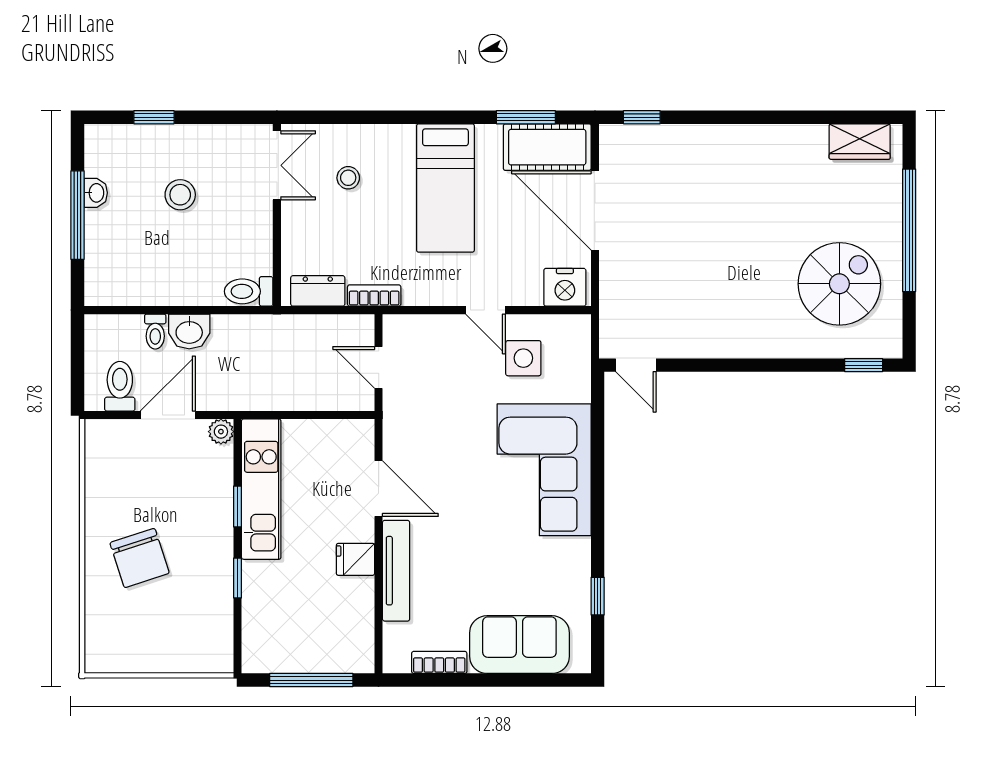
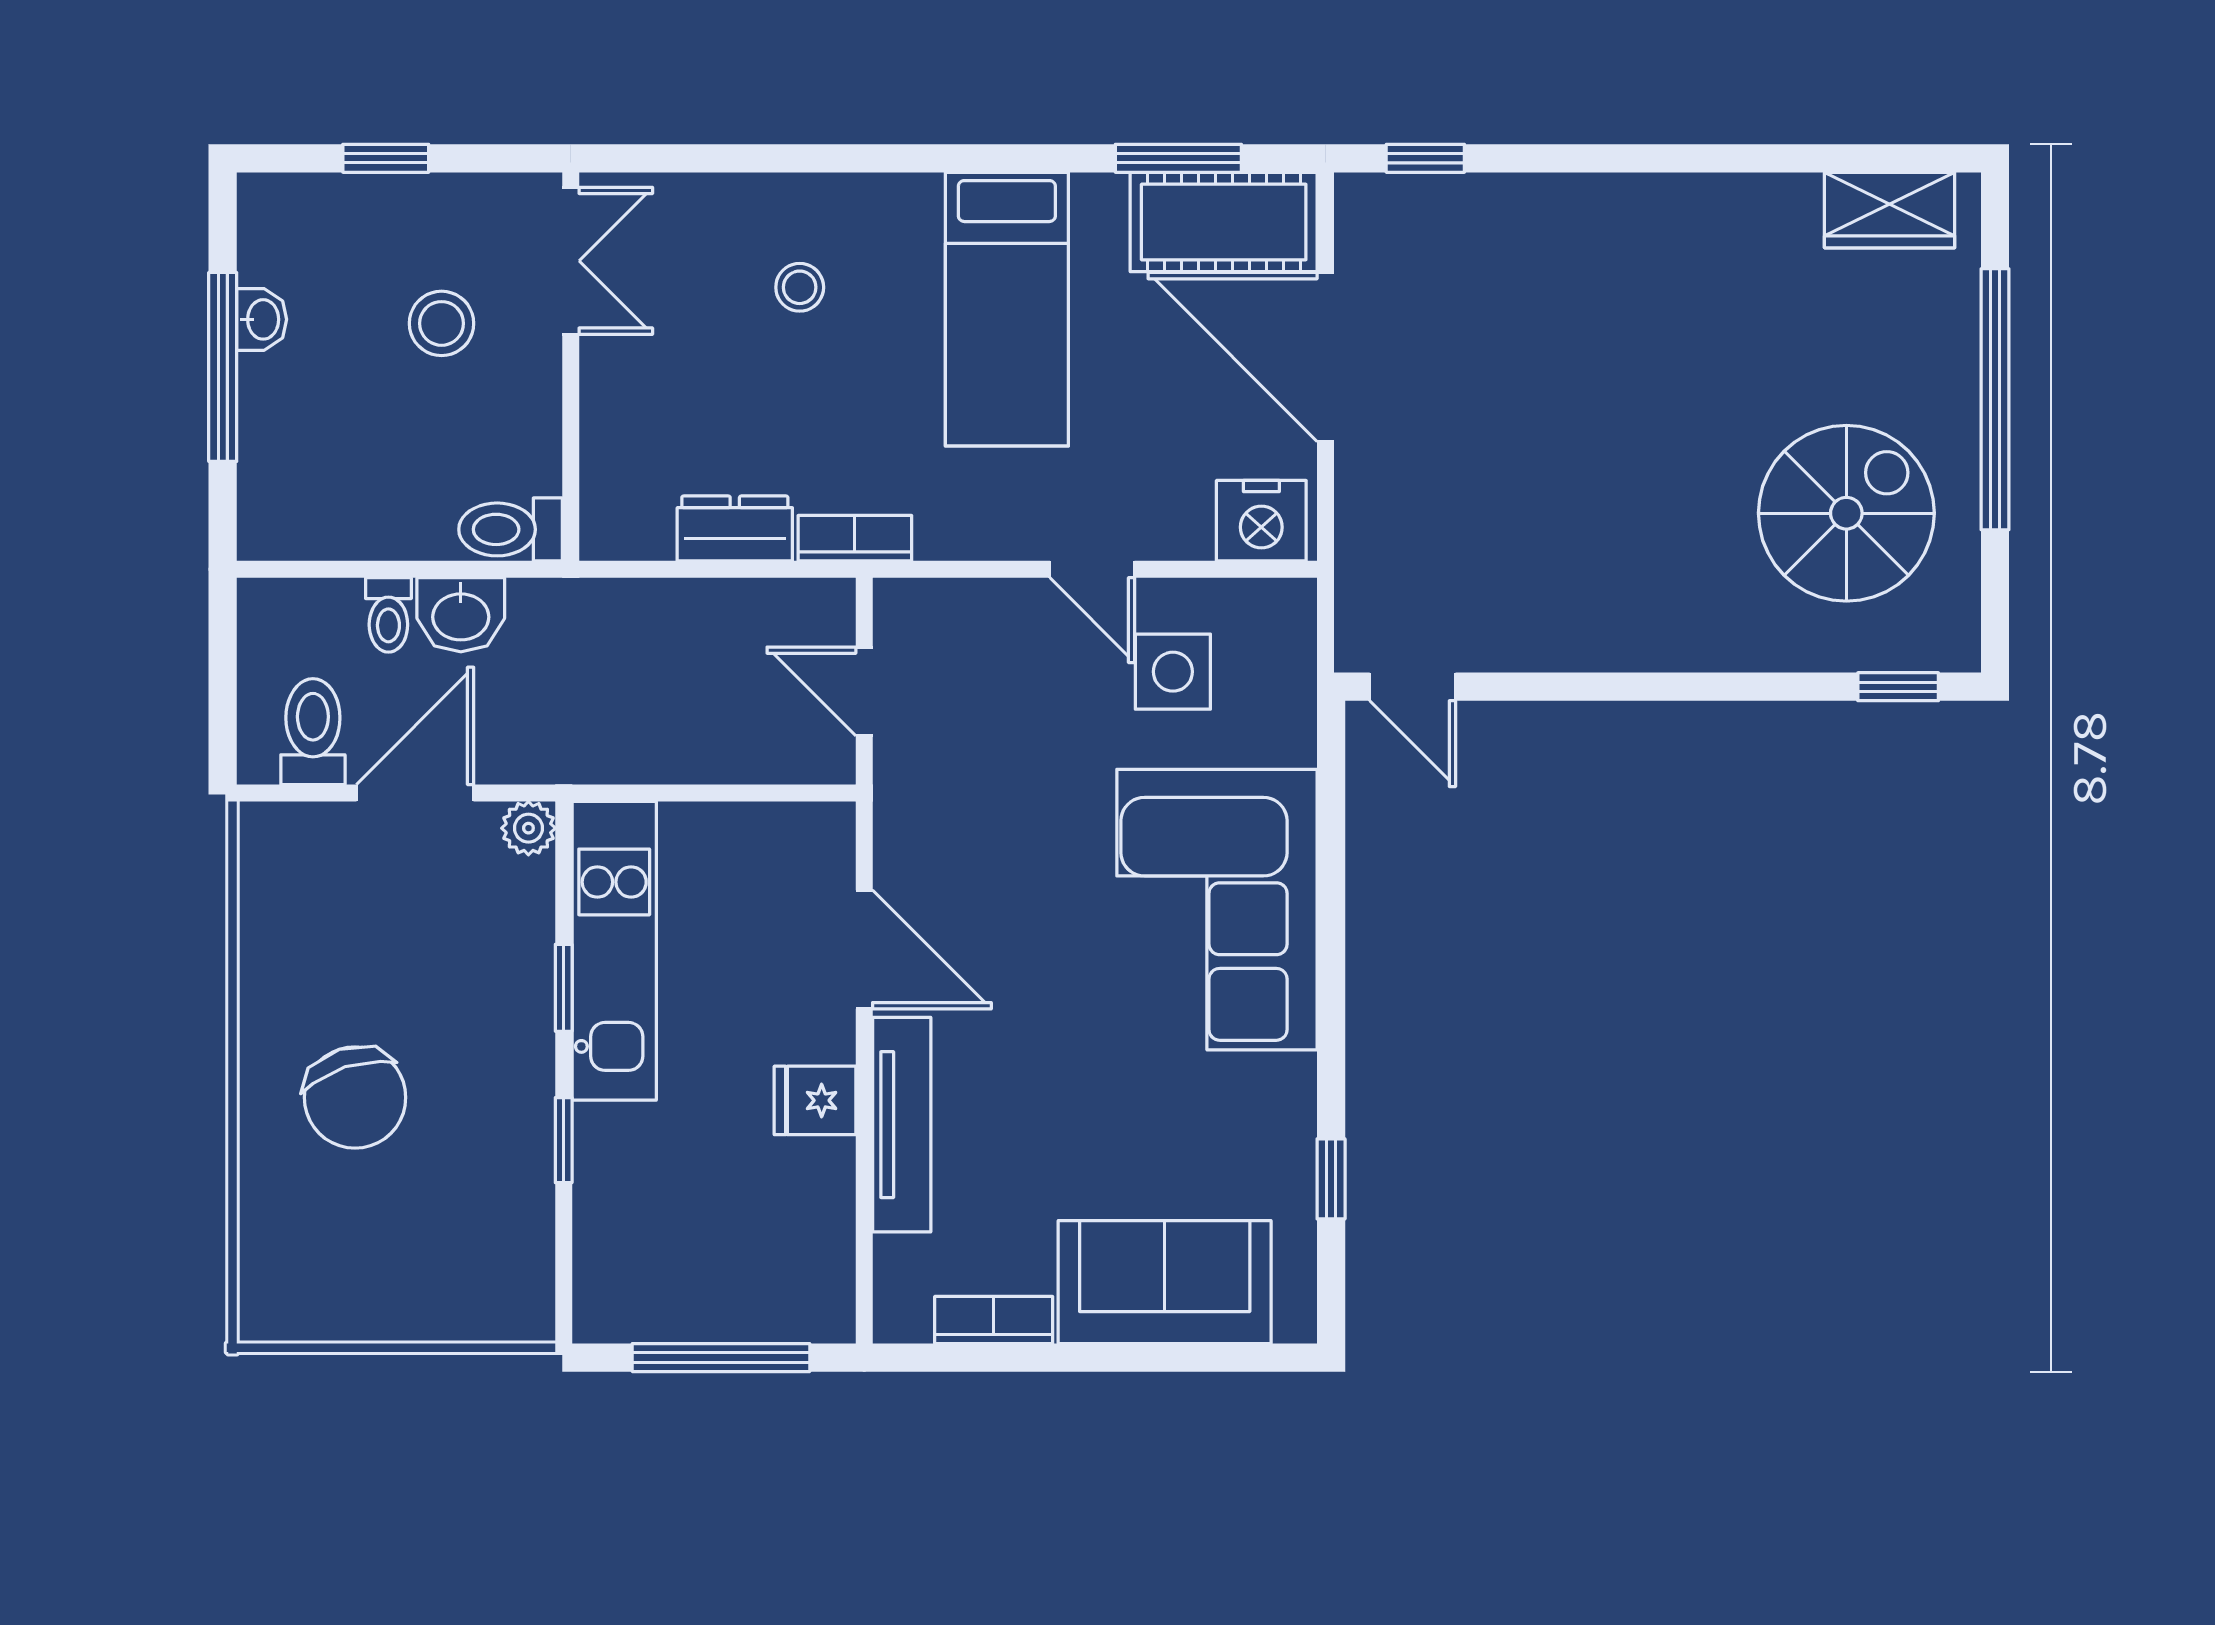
double door: (277, 165) -> (571, 261), moved
wall: (277, 215) -> (571, 367), moved
toilet: (249, 291) -> (511, 529), moved

